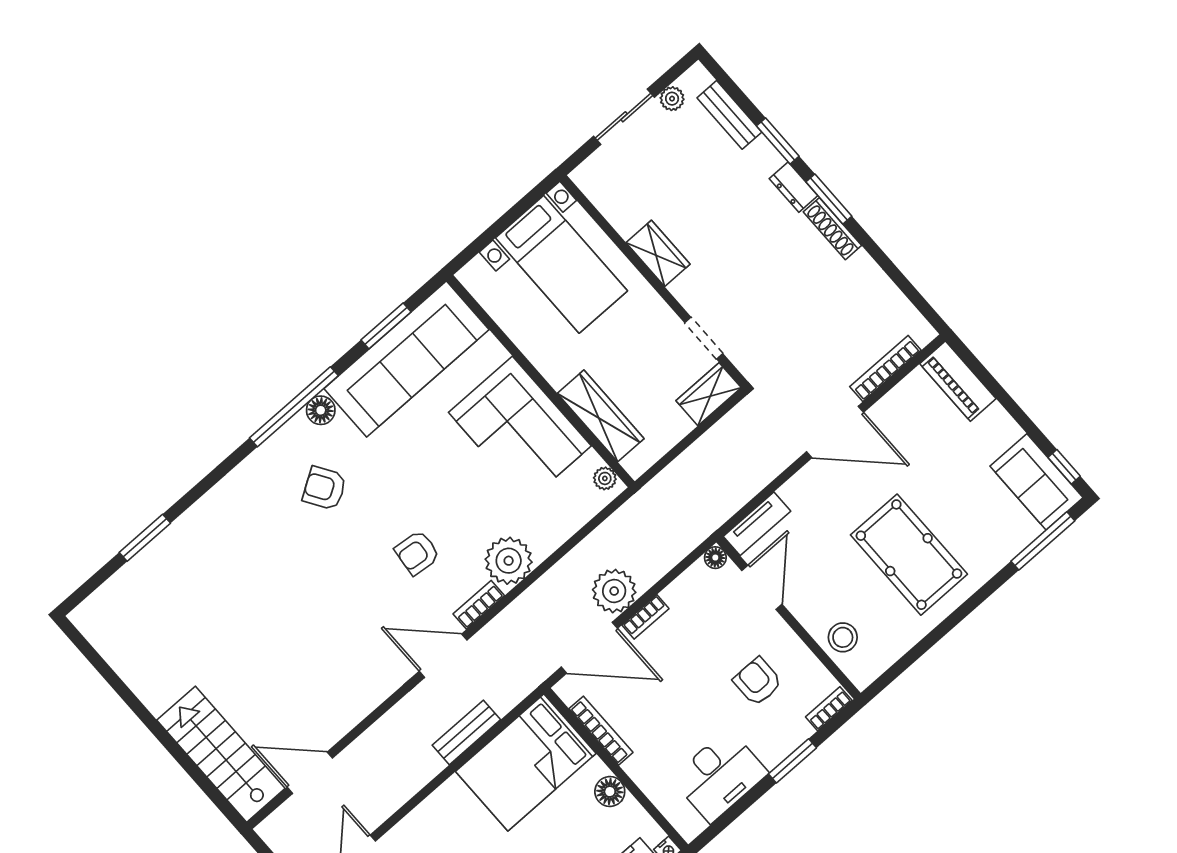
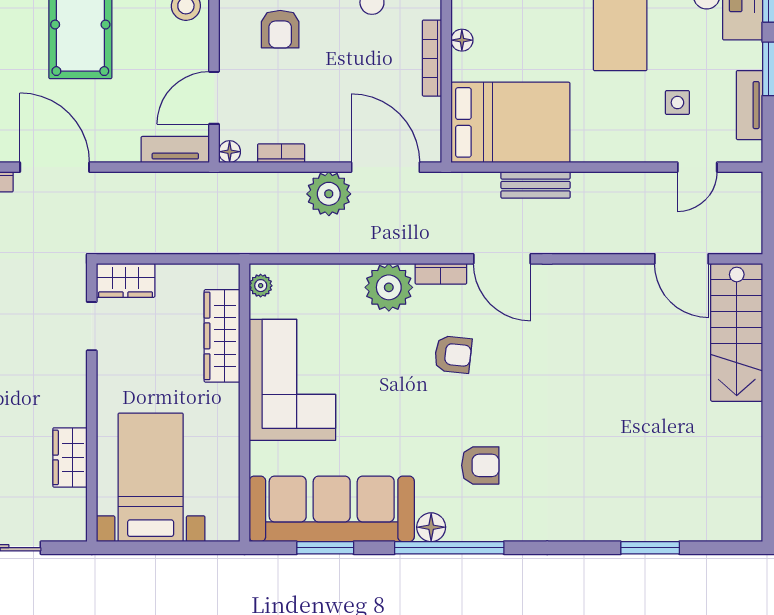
wardrobe: (658, 253) -> (70, 457), moved
armchair: (325, 488) -> (480, 465), turned -58
bookcase: (646, 617) -> (281, 153), moved
bookcase: (601, 731) -> (432, 58), moved
floor lamp: (610, 792) -> (462, 40), width x0.73, depth x0.73

